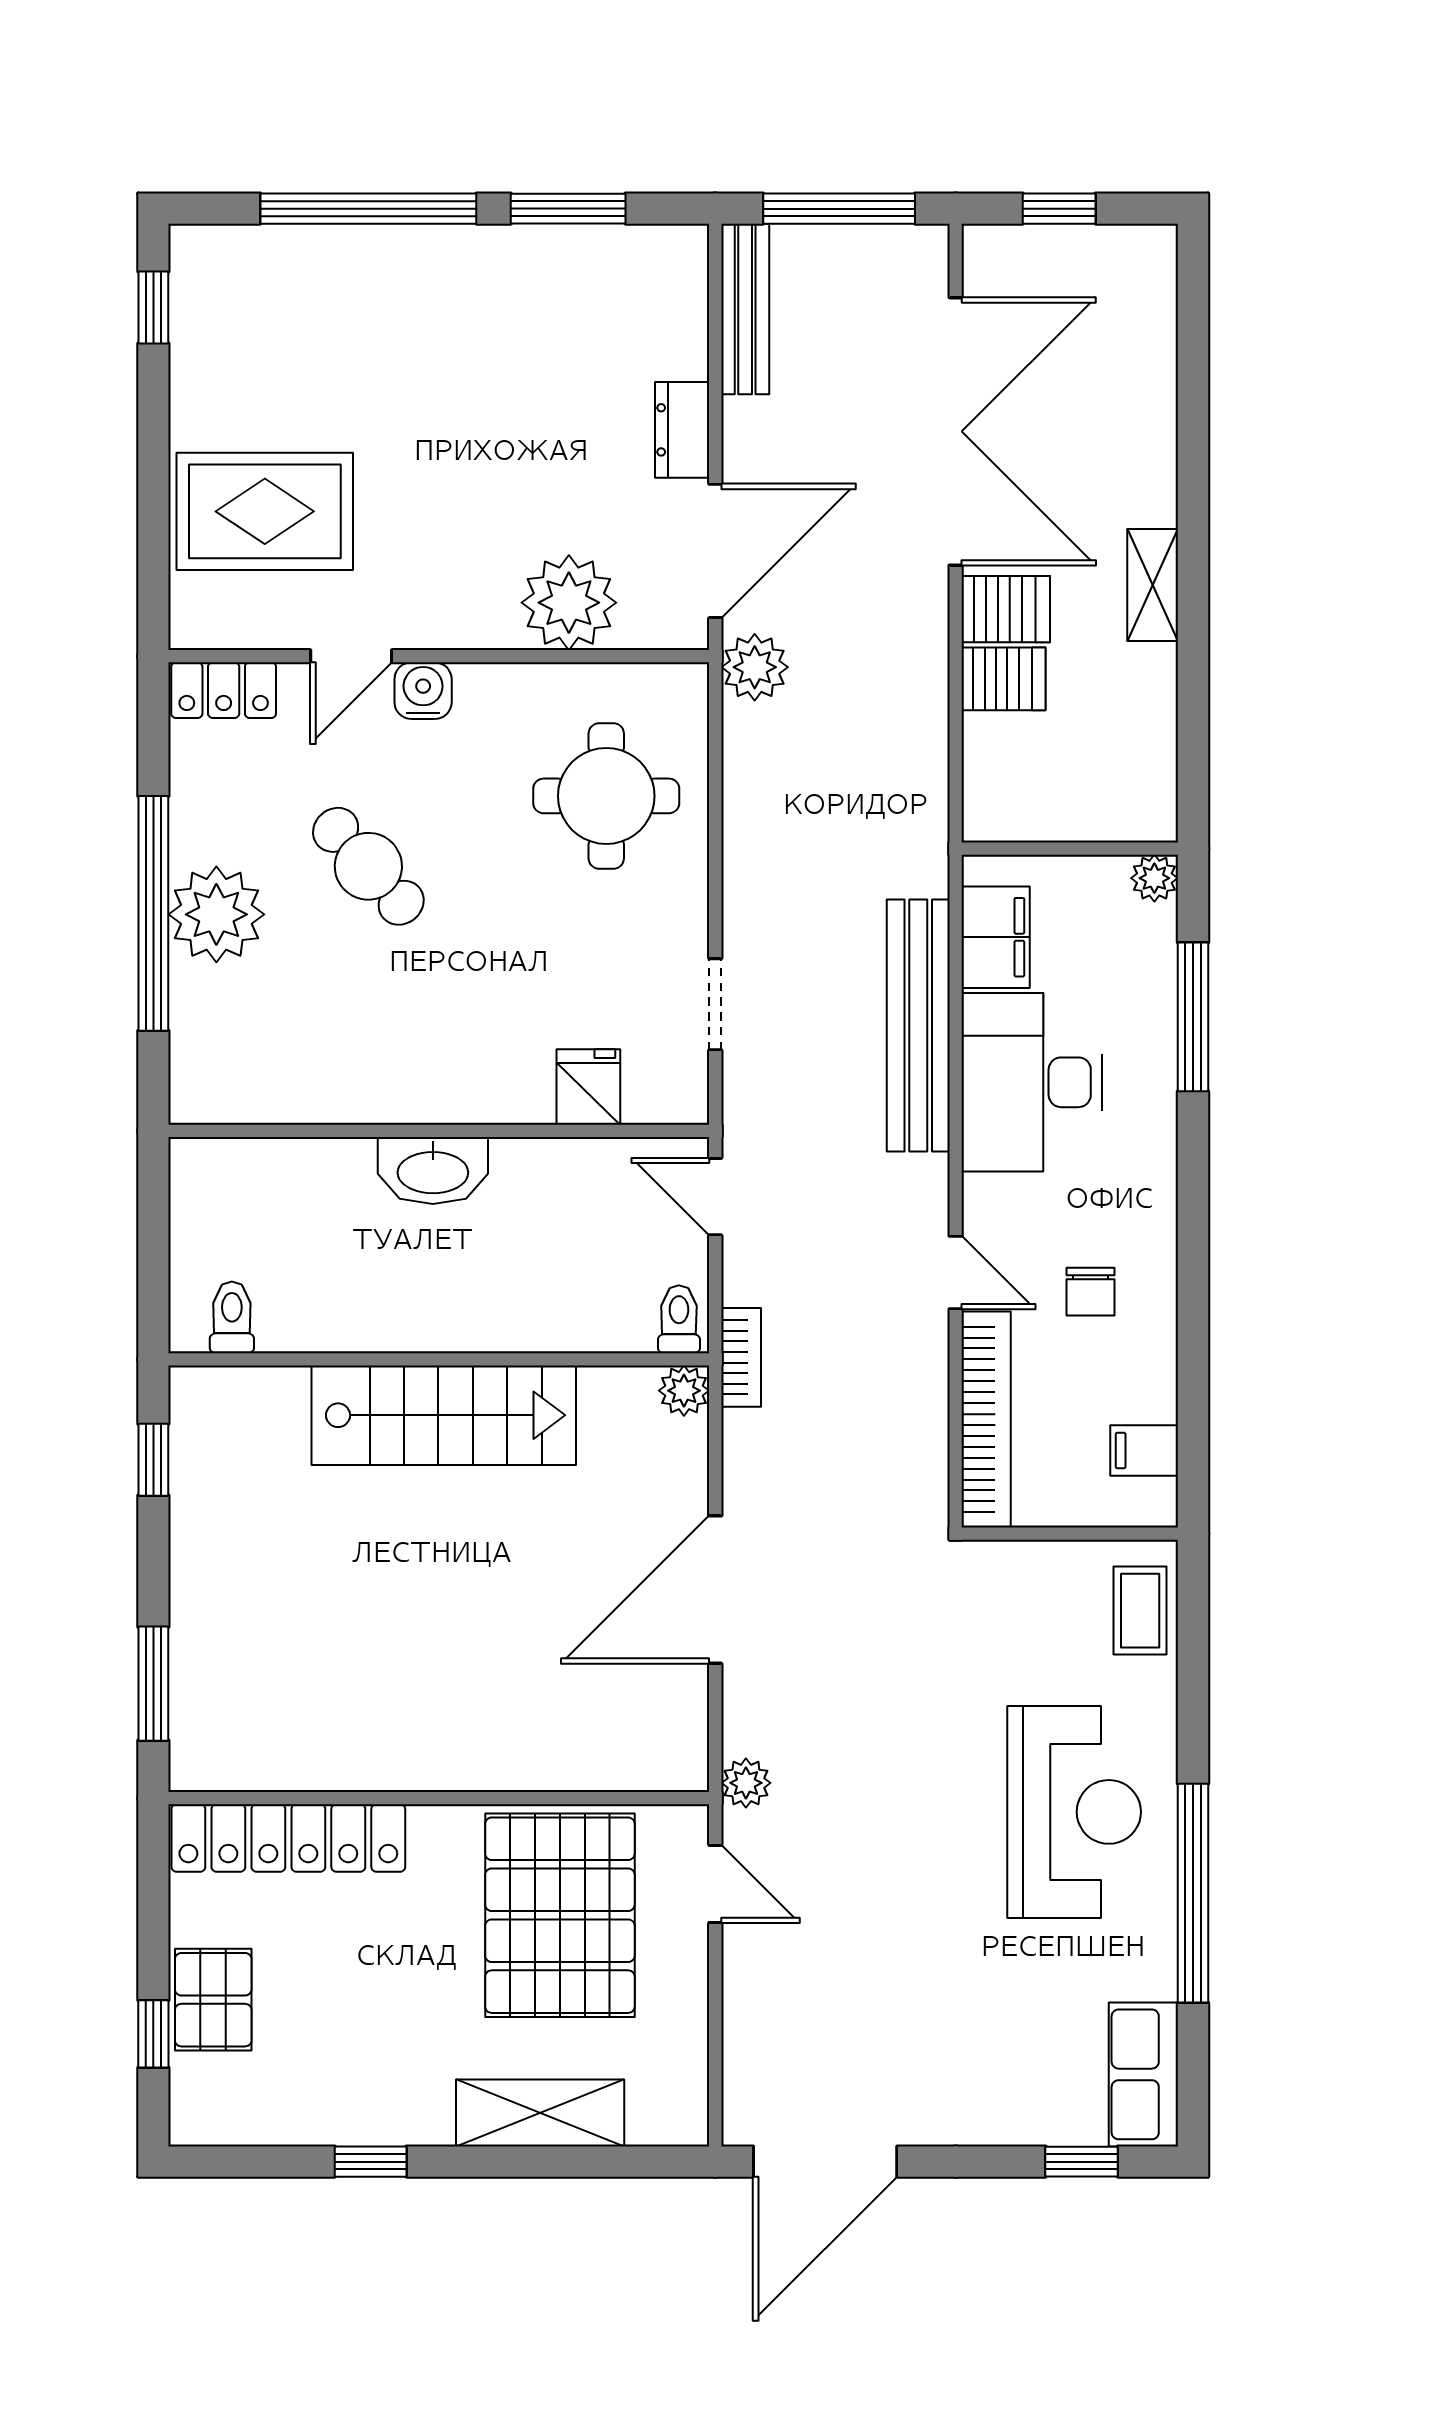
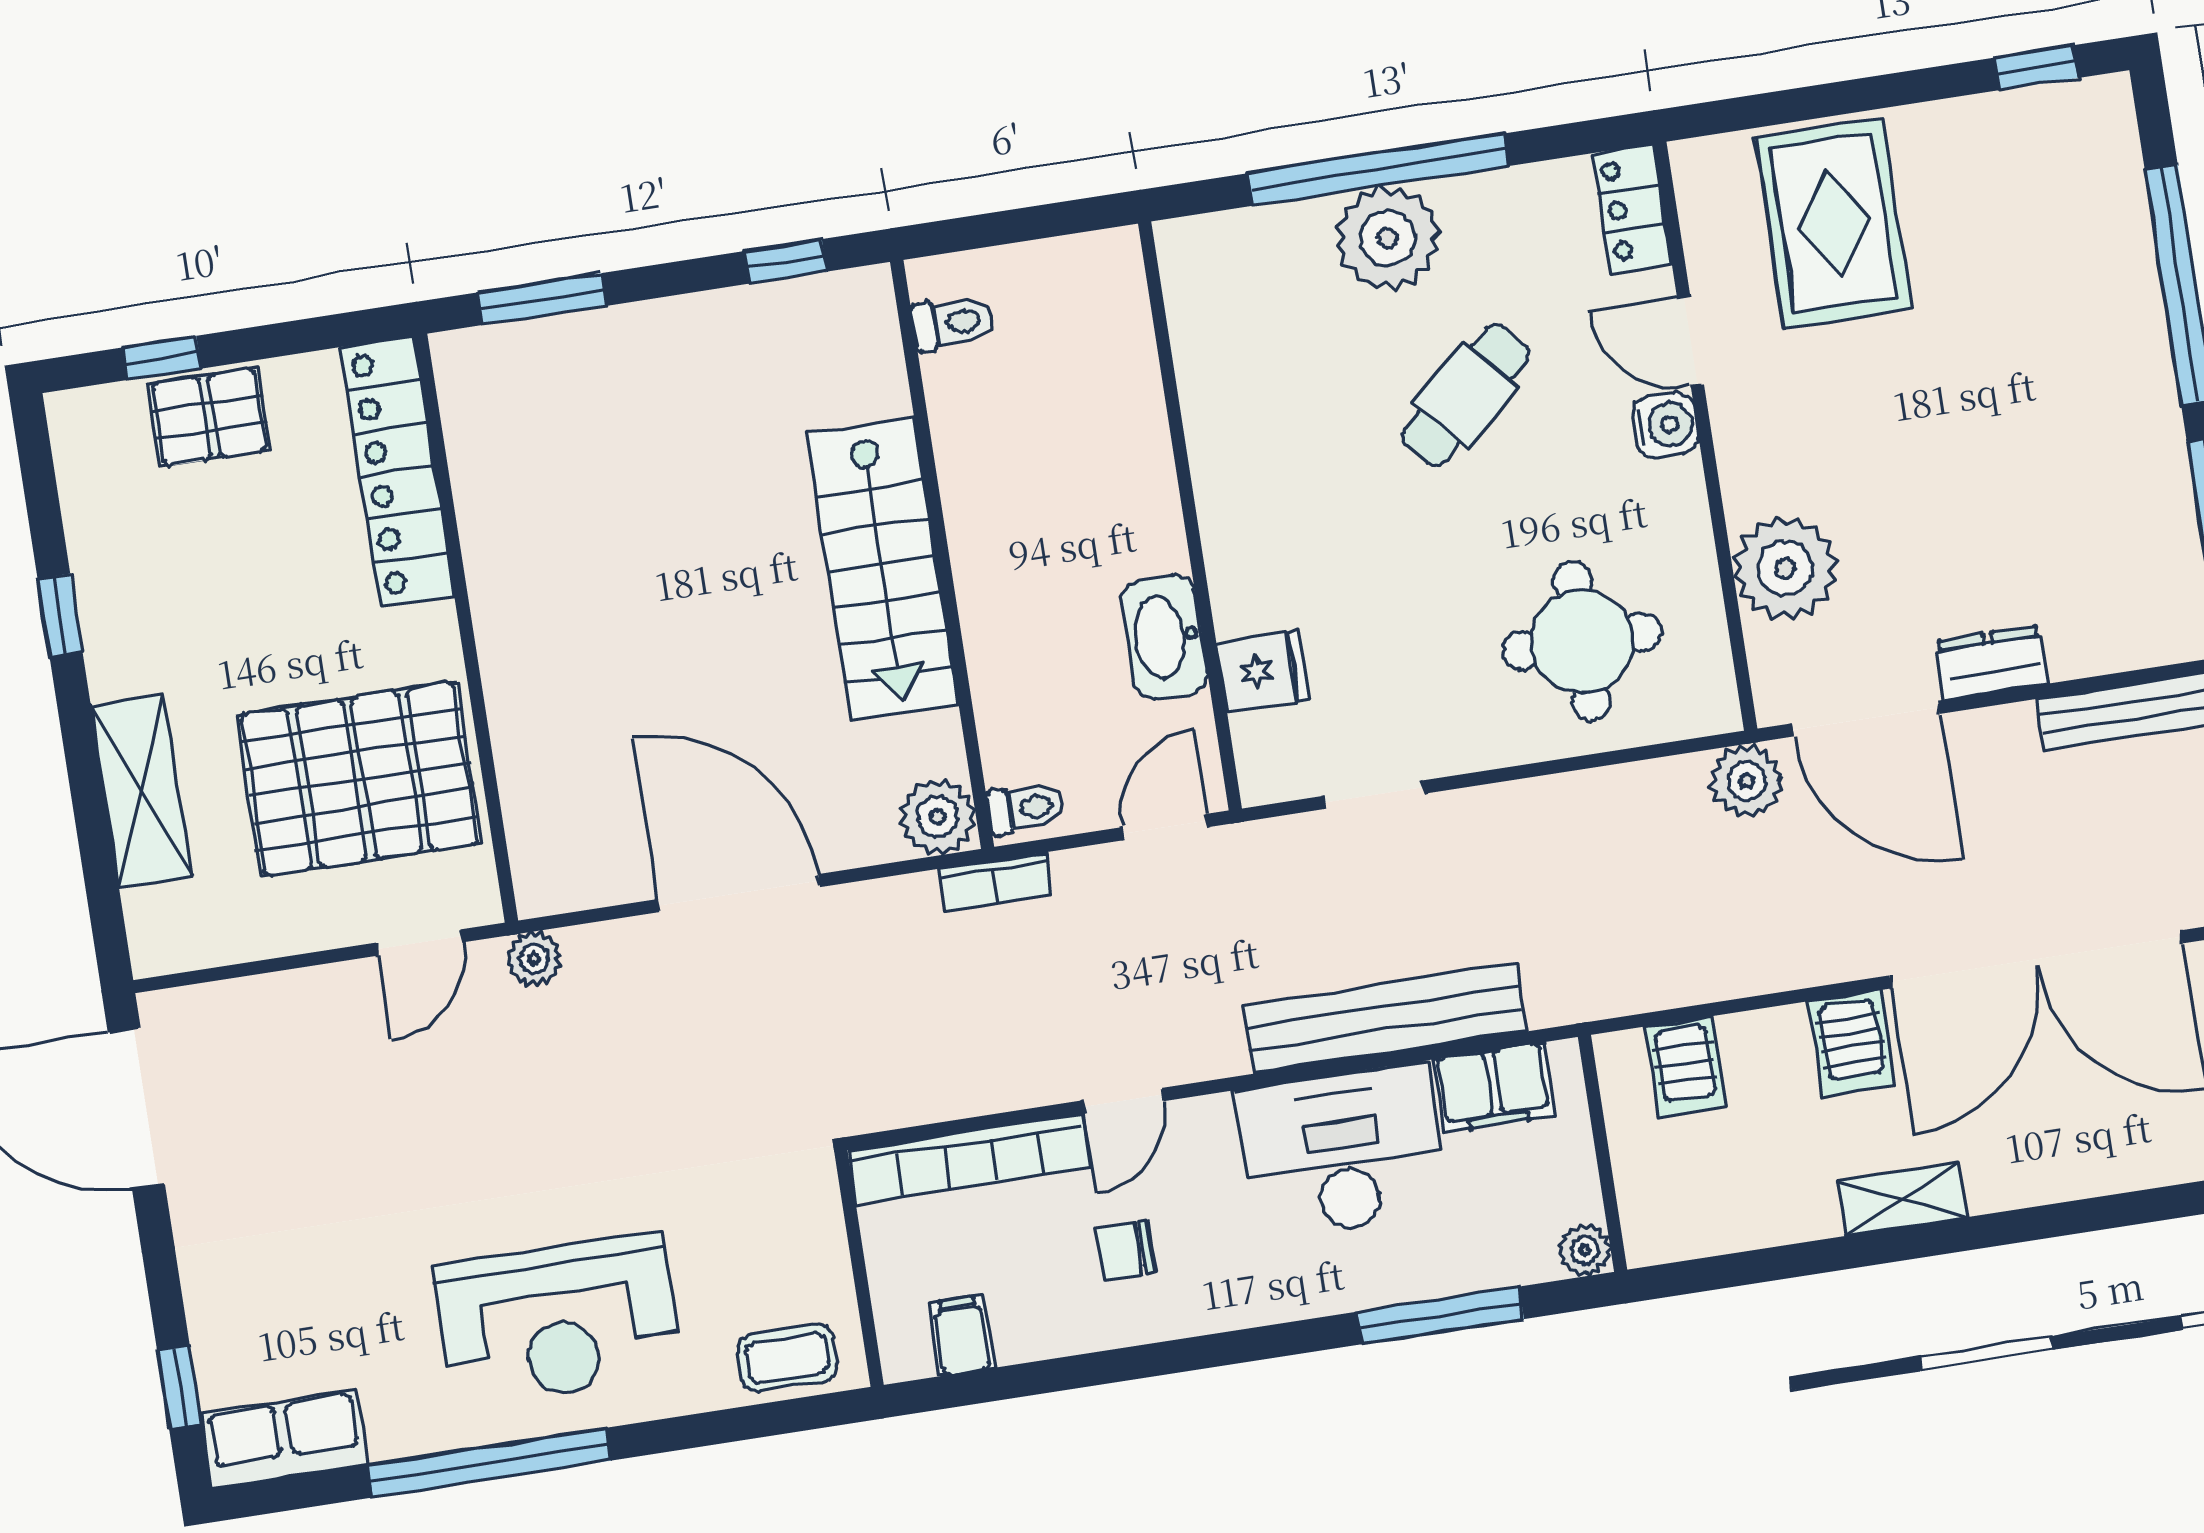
server rack: (1004, 679) -> (1686, 1067), moved
washbasin: (433, 1171) -> (1165, 637), moved
plant: (684, 1391) -> (938, 817), width x1.38, depth x1.38

